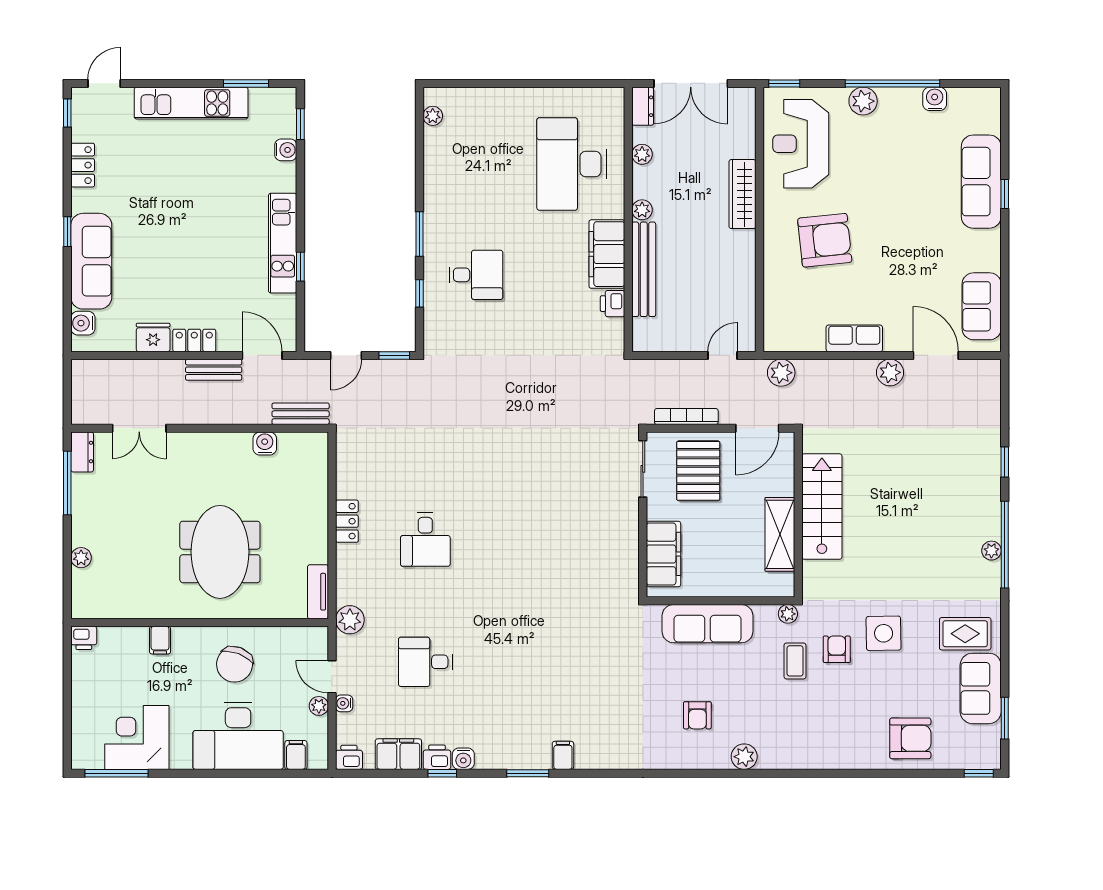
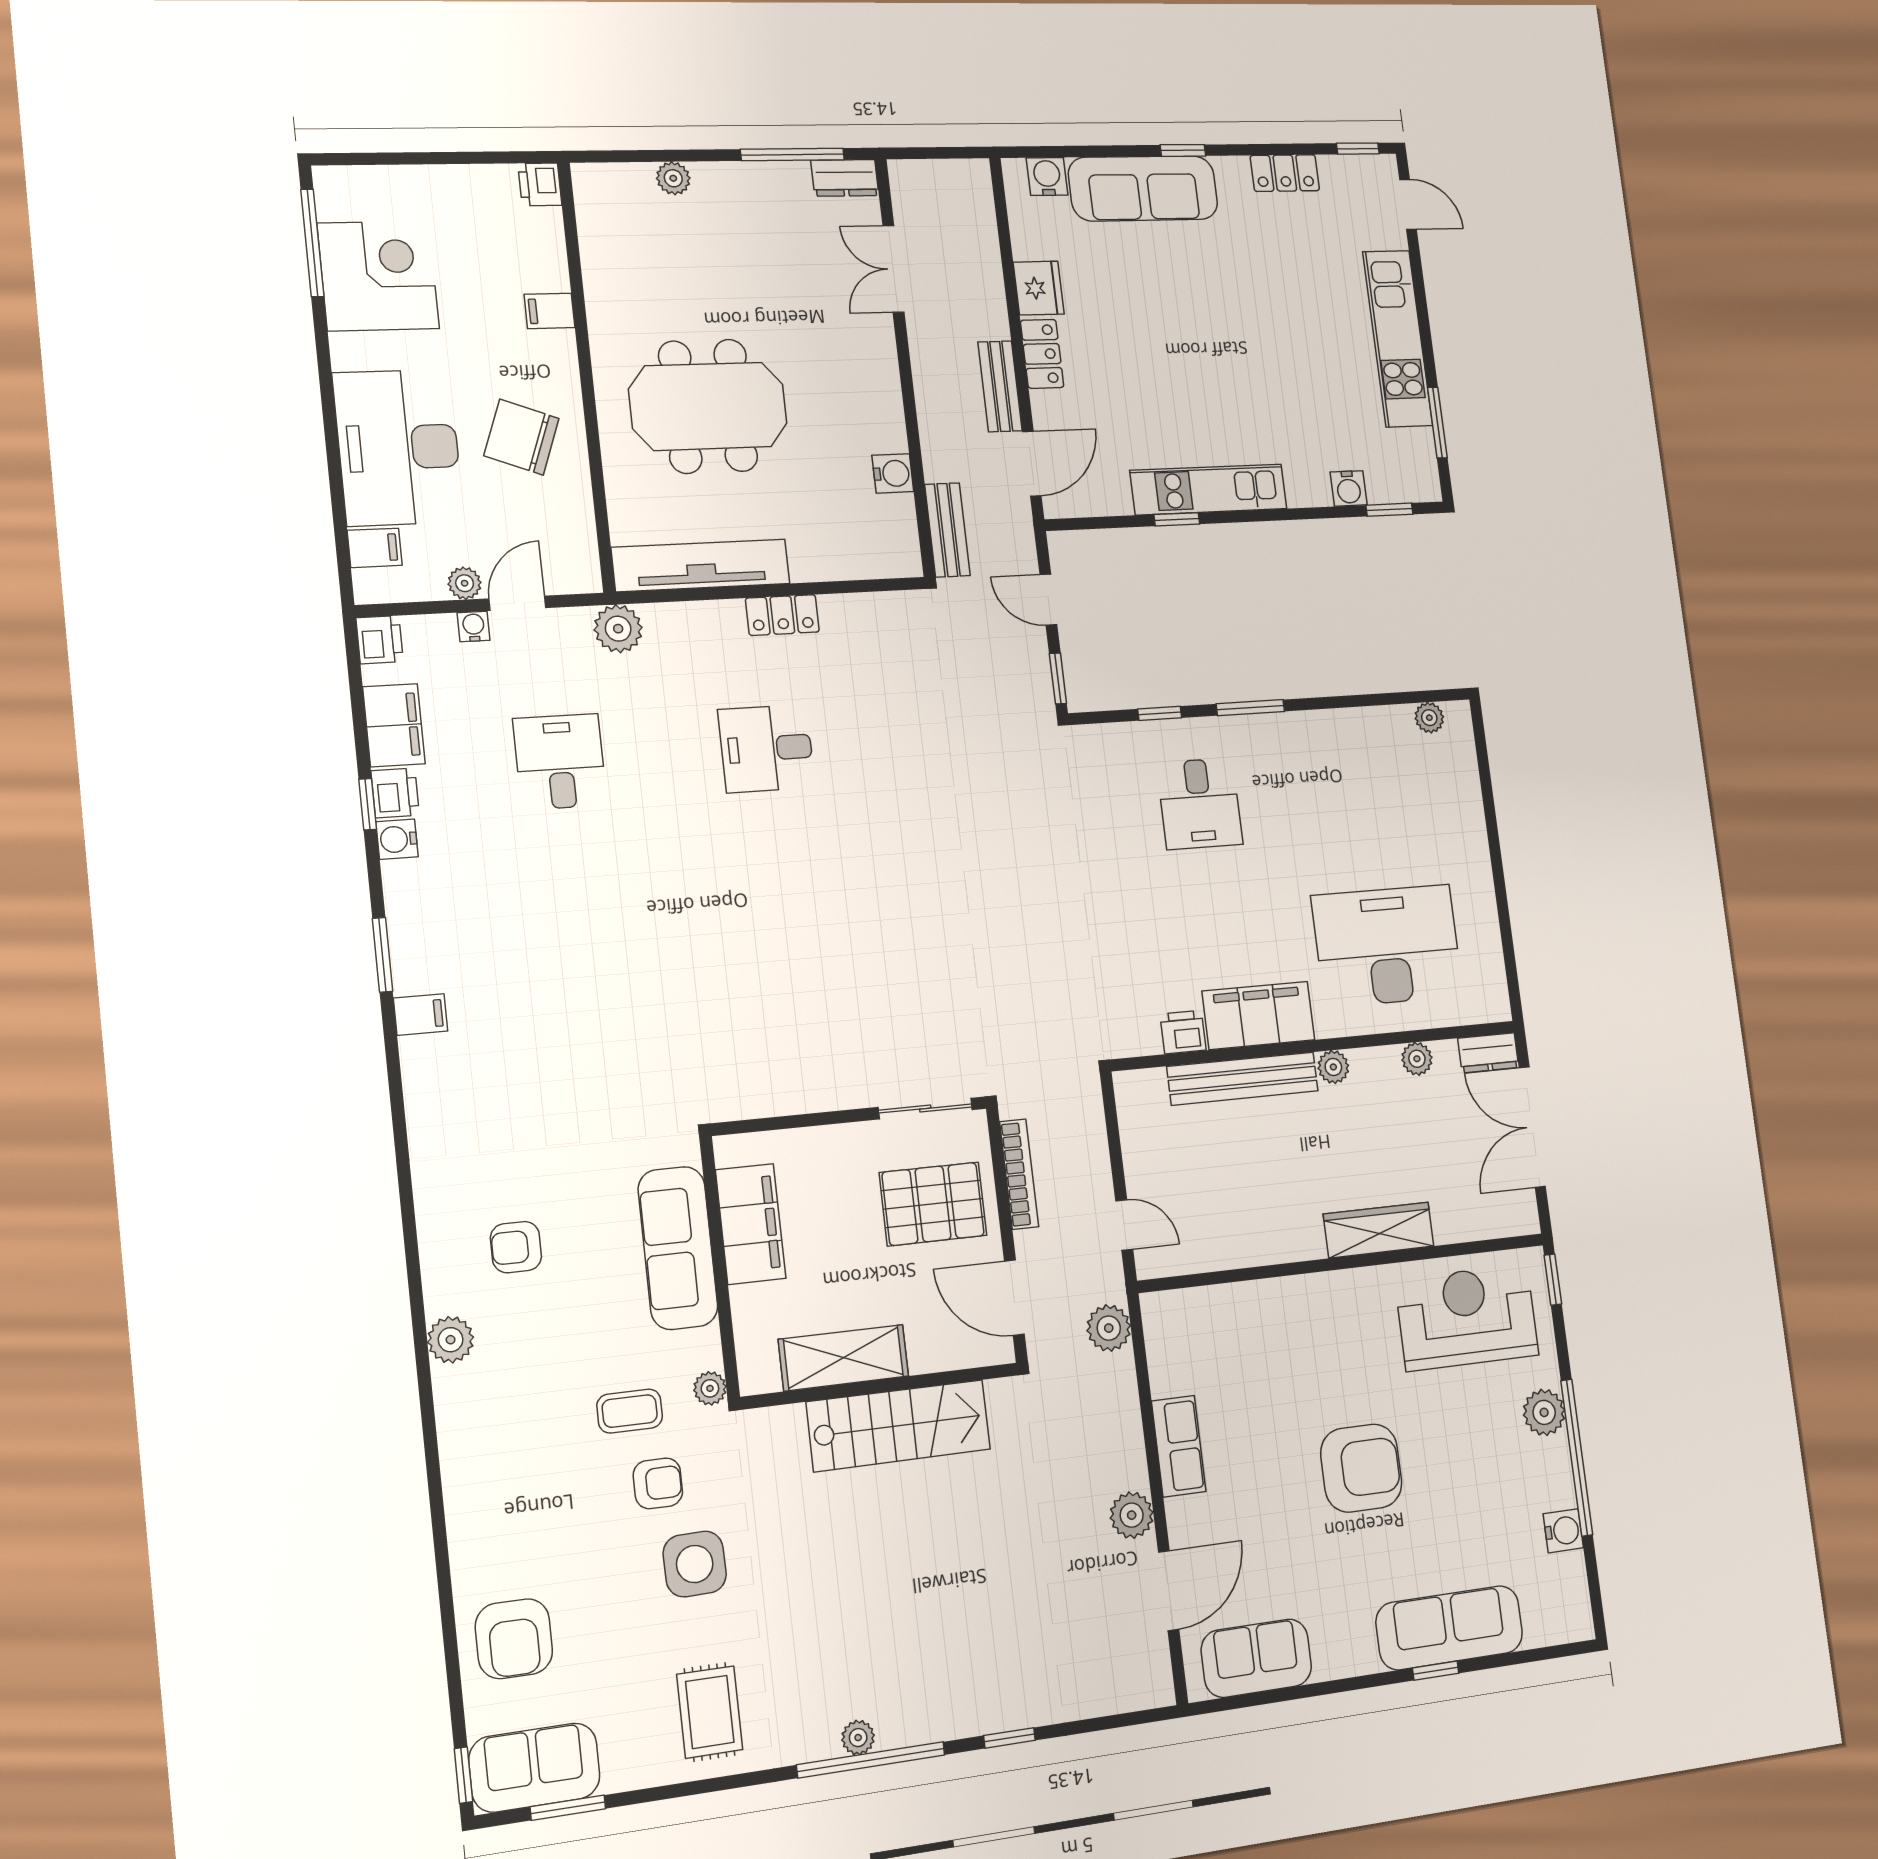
armchair: (825, 240) -> (1361, 1468), moved, turned -84
filing cabinet: (664, 554) -> (751, 1224), moved, turned -90
tv unit: (318, 592) -> (701, 565), width x1.92, depth x1.29
sofa: (981, 688) -> (534, 1768), moved

